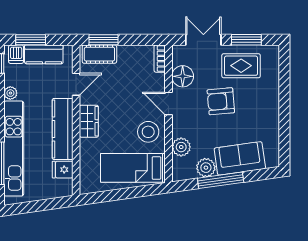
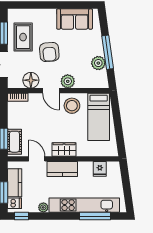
door: (169, 104) -> (51, 91), hinge flipped
kitchen counter: (63, 129) -> (62, 169), width x0.67
plant: (181, 147) -> (68, 81), moved
sofa: (240, 158) -> (75, 19), moved, turned -82

